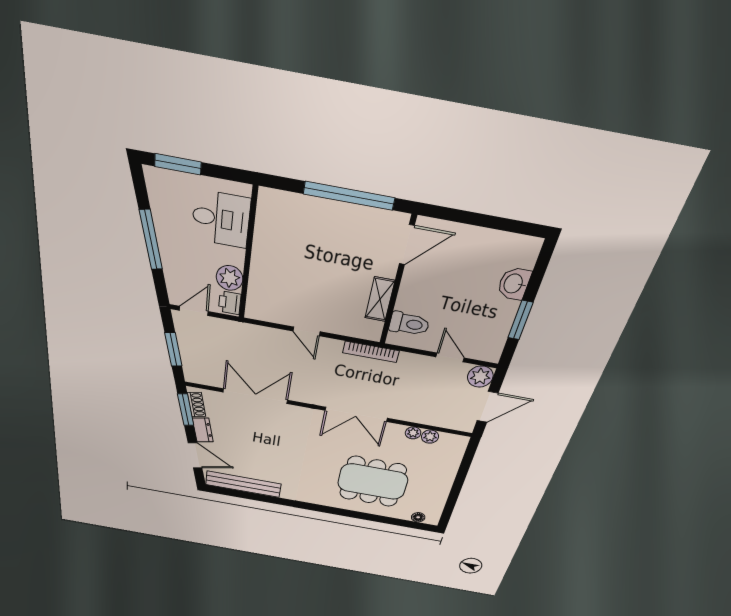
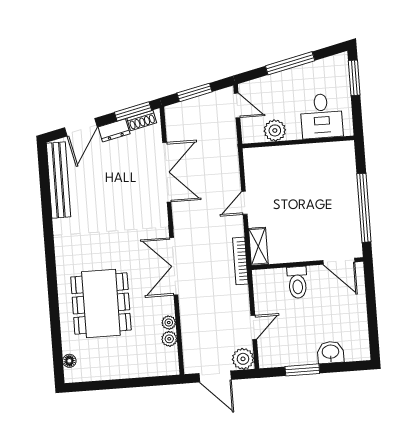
shelving: (380, 299) -> (258, 246), moved, turned 90
printer: (230, 303) -> (253, 134), removed
toilet: (409, 324) -> (297, 282), moved

